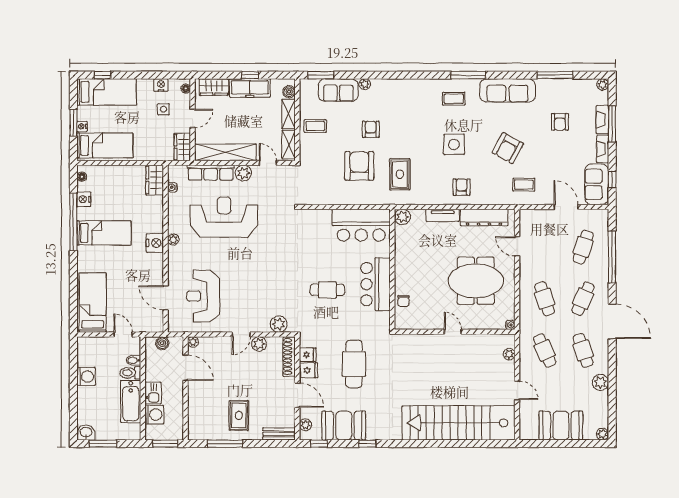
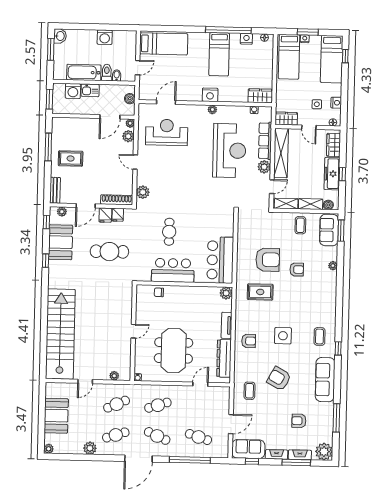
window: (468, 75) -> (338, 348), width x0.46
plant: (603, 84) -> (324, 452), width x1.88, depth x1.88
sofa: (338, 90) -> (329, 230), moved
plant: (259, 344) -> (128, 136), moved

